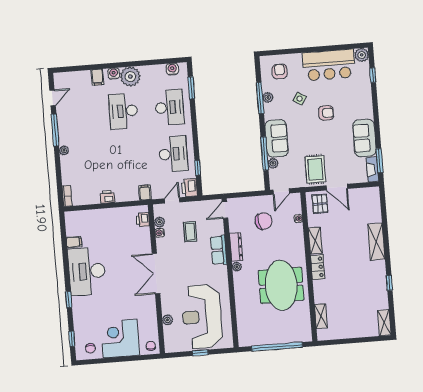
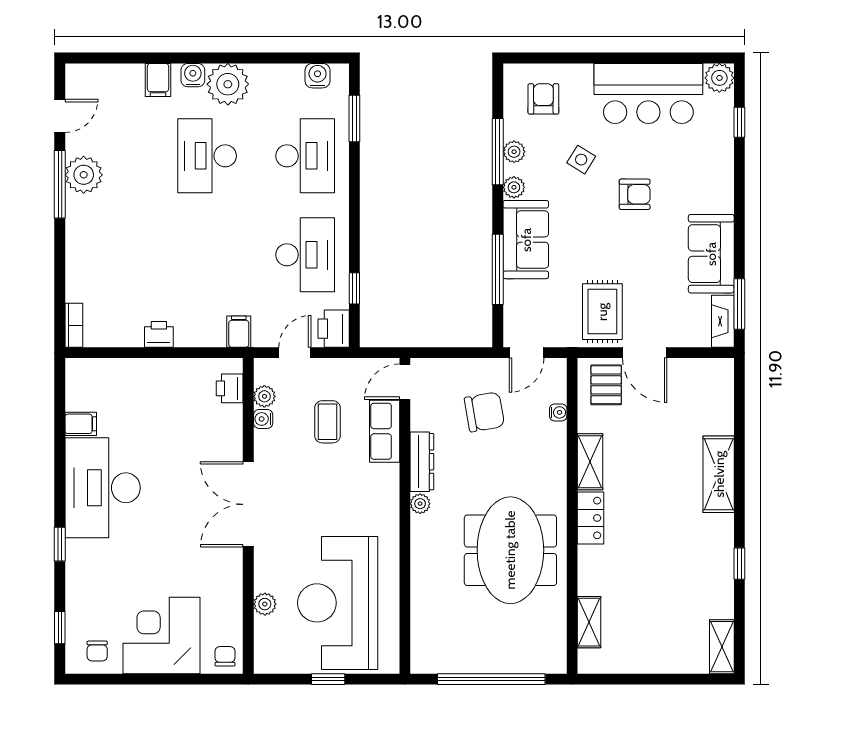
plant: (64, 150) -> (84, 175), moved, width x1.88, depth x1.88
plant: (273, 163) -> (514, 187), moved
row of seats: (219, 250) -> (385, 431), moved

